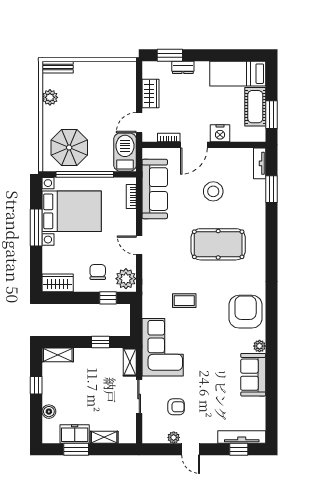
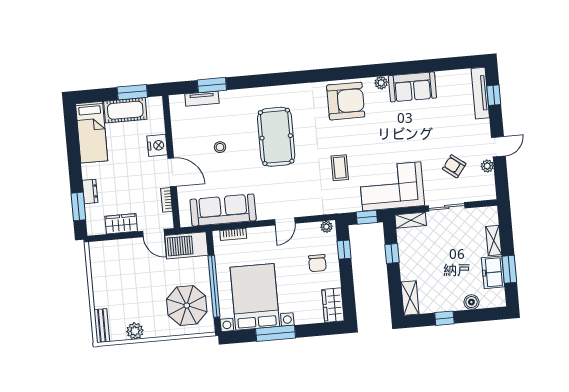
tv unit: (260, 163) -> (202, 99), moved
stool: (213, 191) -> (220, 147), width x0.53, depth x0.53
chair: (98, 272) -> (317, 263), turned -90
plant: (126, 279) -> (326, 227), width x0.53, depth x0.53
armchair: (246, 312) -> (346, 101), turned 180
window: (136, 322) -> (367, 217), added
armchair: (176, 407) -> (454, 166), turned -53

